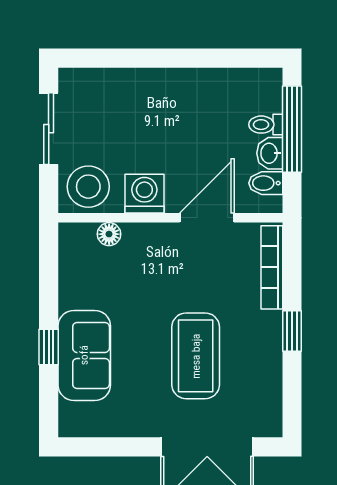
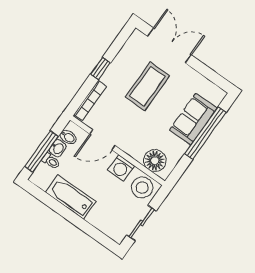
bathtub: (193, 89) -> (71, 197), added
floor lamp: (109, 234) -> (155, 161), width x1.89, depth x1.89
window: (49, 347) -> (205, 133), width x3.17

